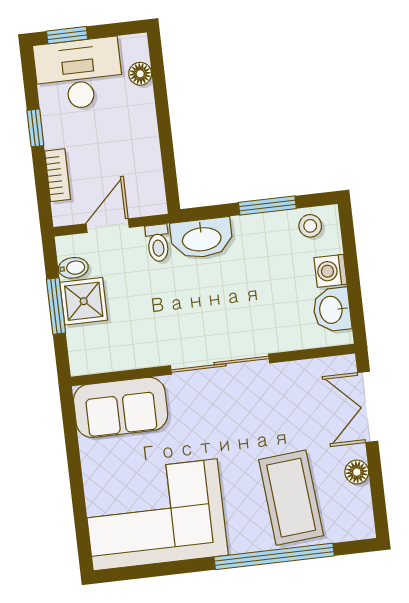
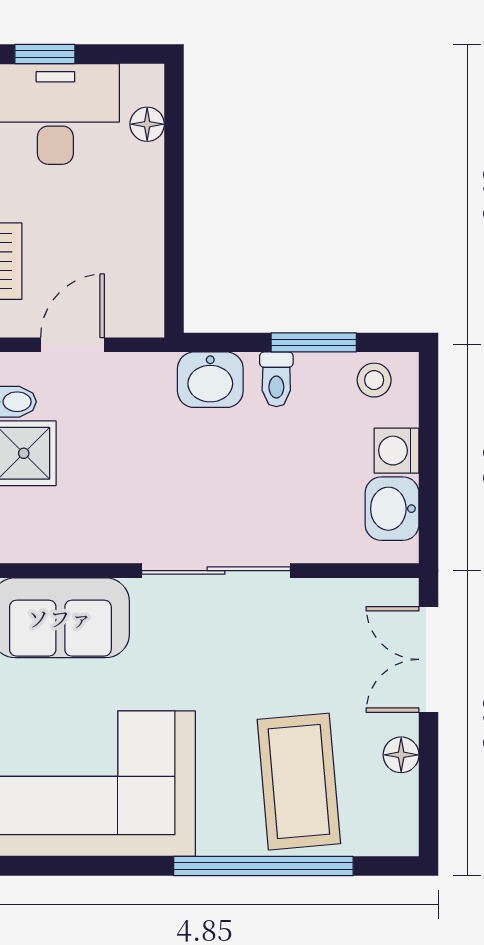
washbasin: (202, 238) -> (210, 380), width x0.72
toilet: (158, 243) -> (276, 379), moved

